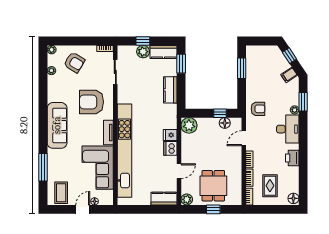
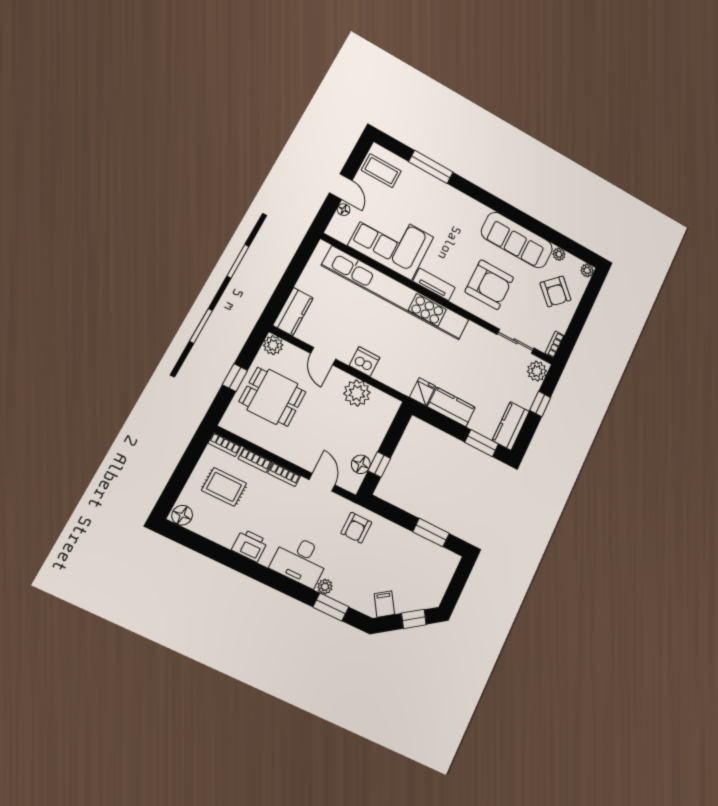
plant: (143, 52) -> (537, 371), moved
armchair: (74, 62) -> (555, 291), turned -76
armchair: (91, 102) -> (489, 285), turned 90
sofa: (57, 125) -> (517, 240), moved
plant: (189, 125) -> (357, 393), moved
fridge: (170, 135) -> (423, 392), moved

